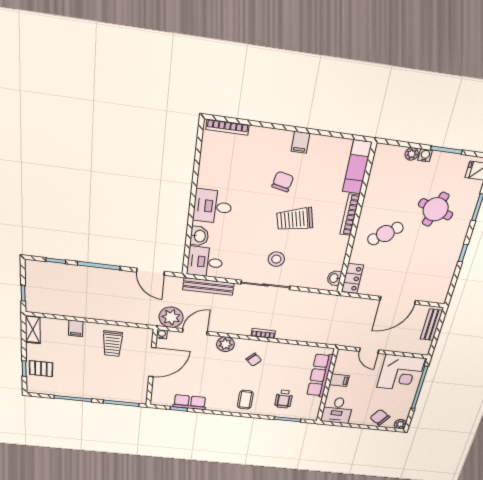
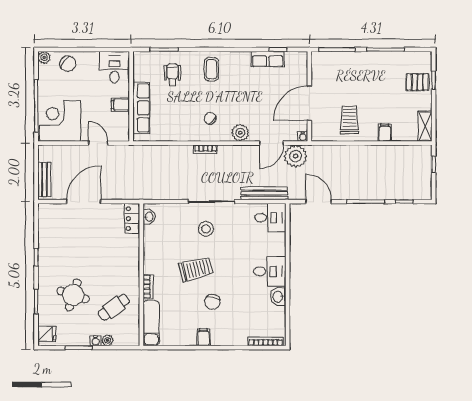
bookcase: (350, 215) -> (148, 287), width x0.64
cafe table: (385, 234) -> (114, 307), moved
washbasin: (199, 236) -> (278, 297), moved

